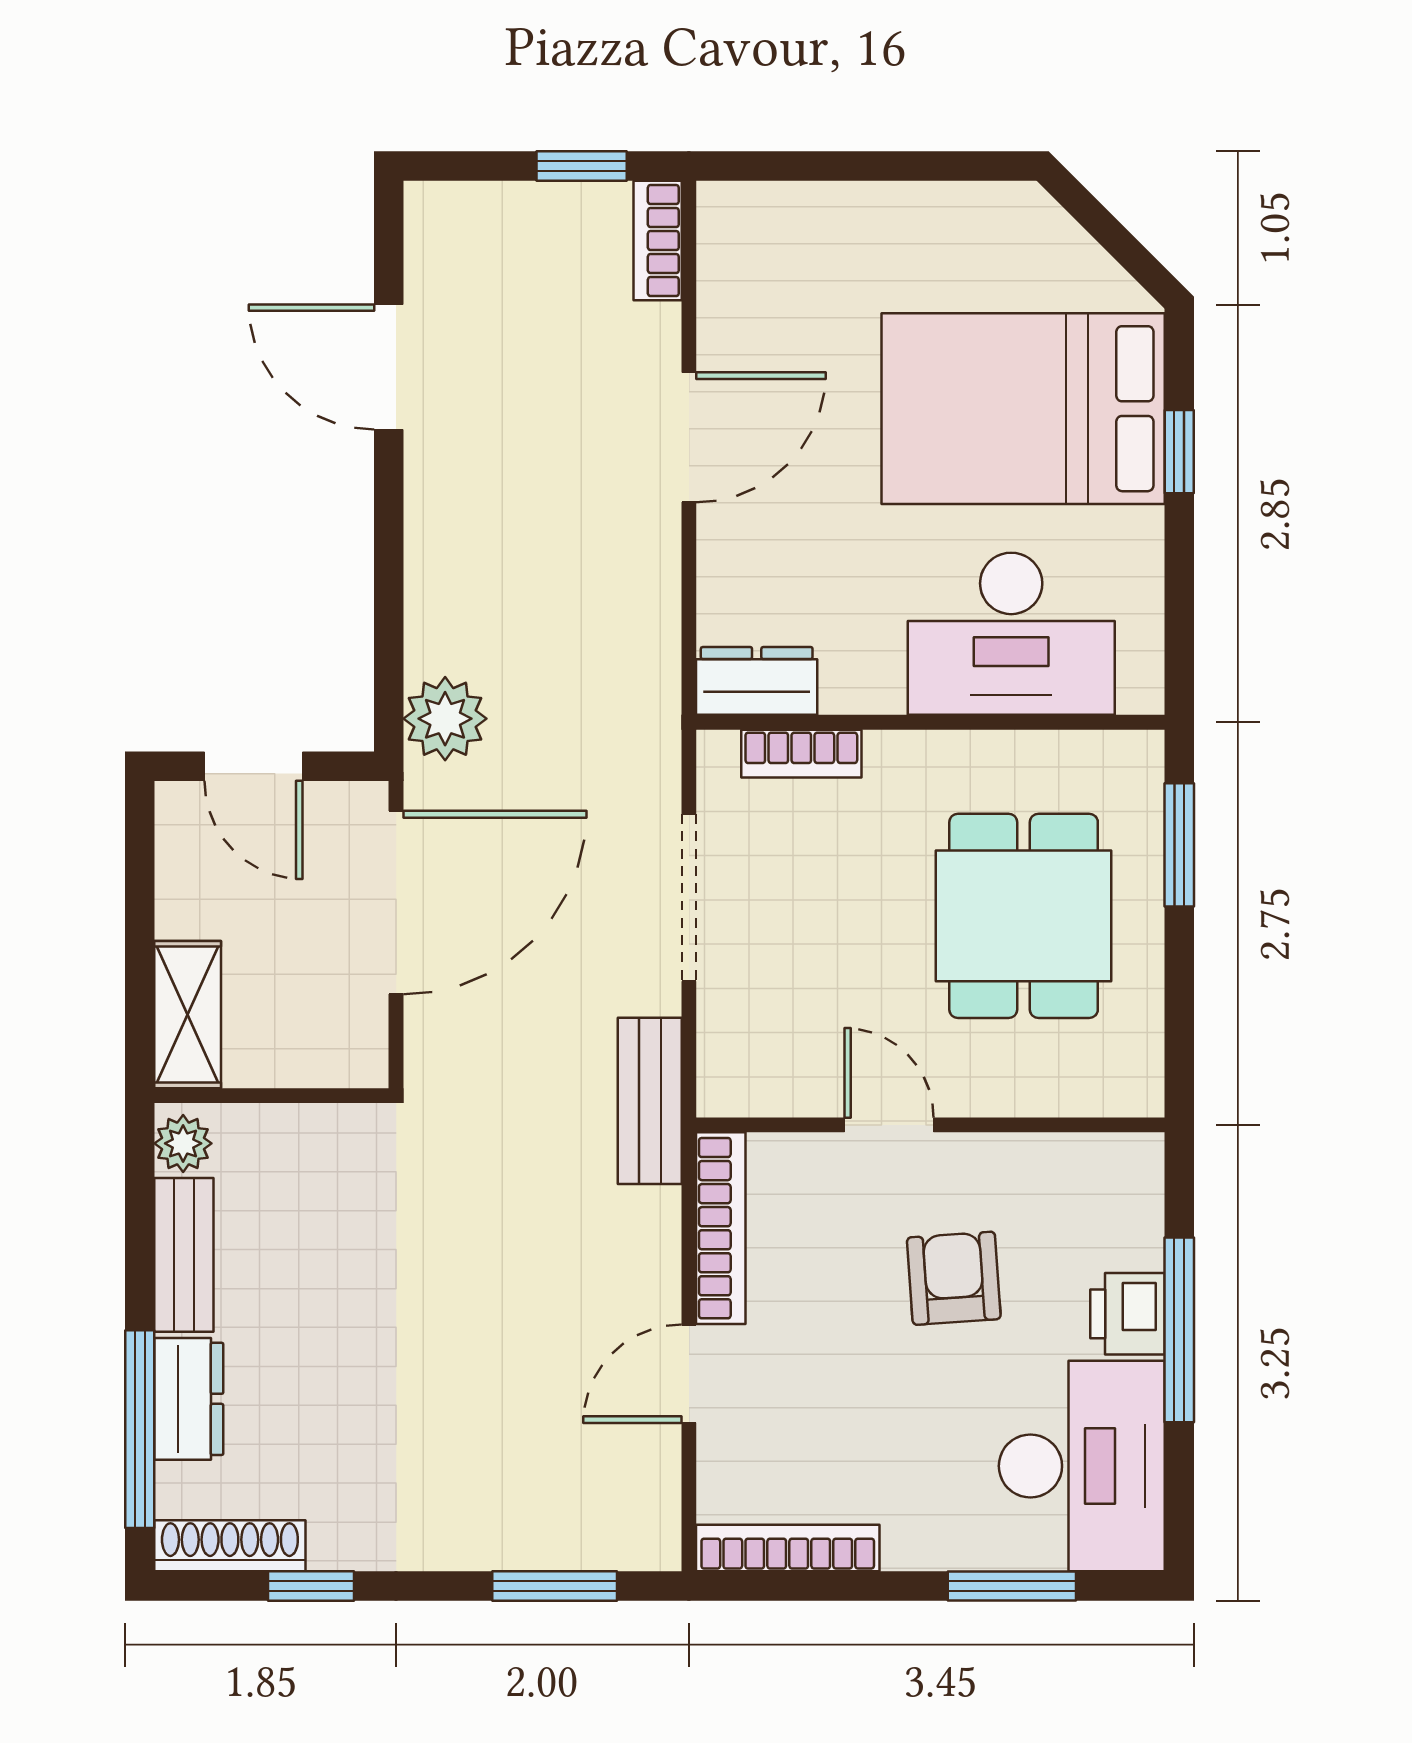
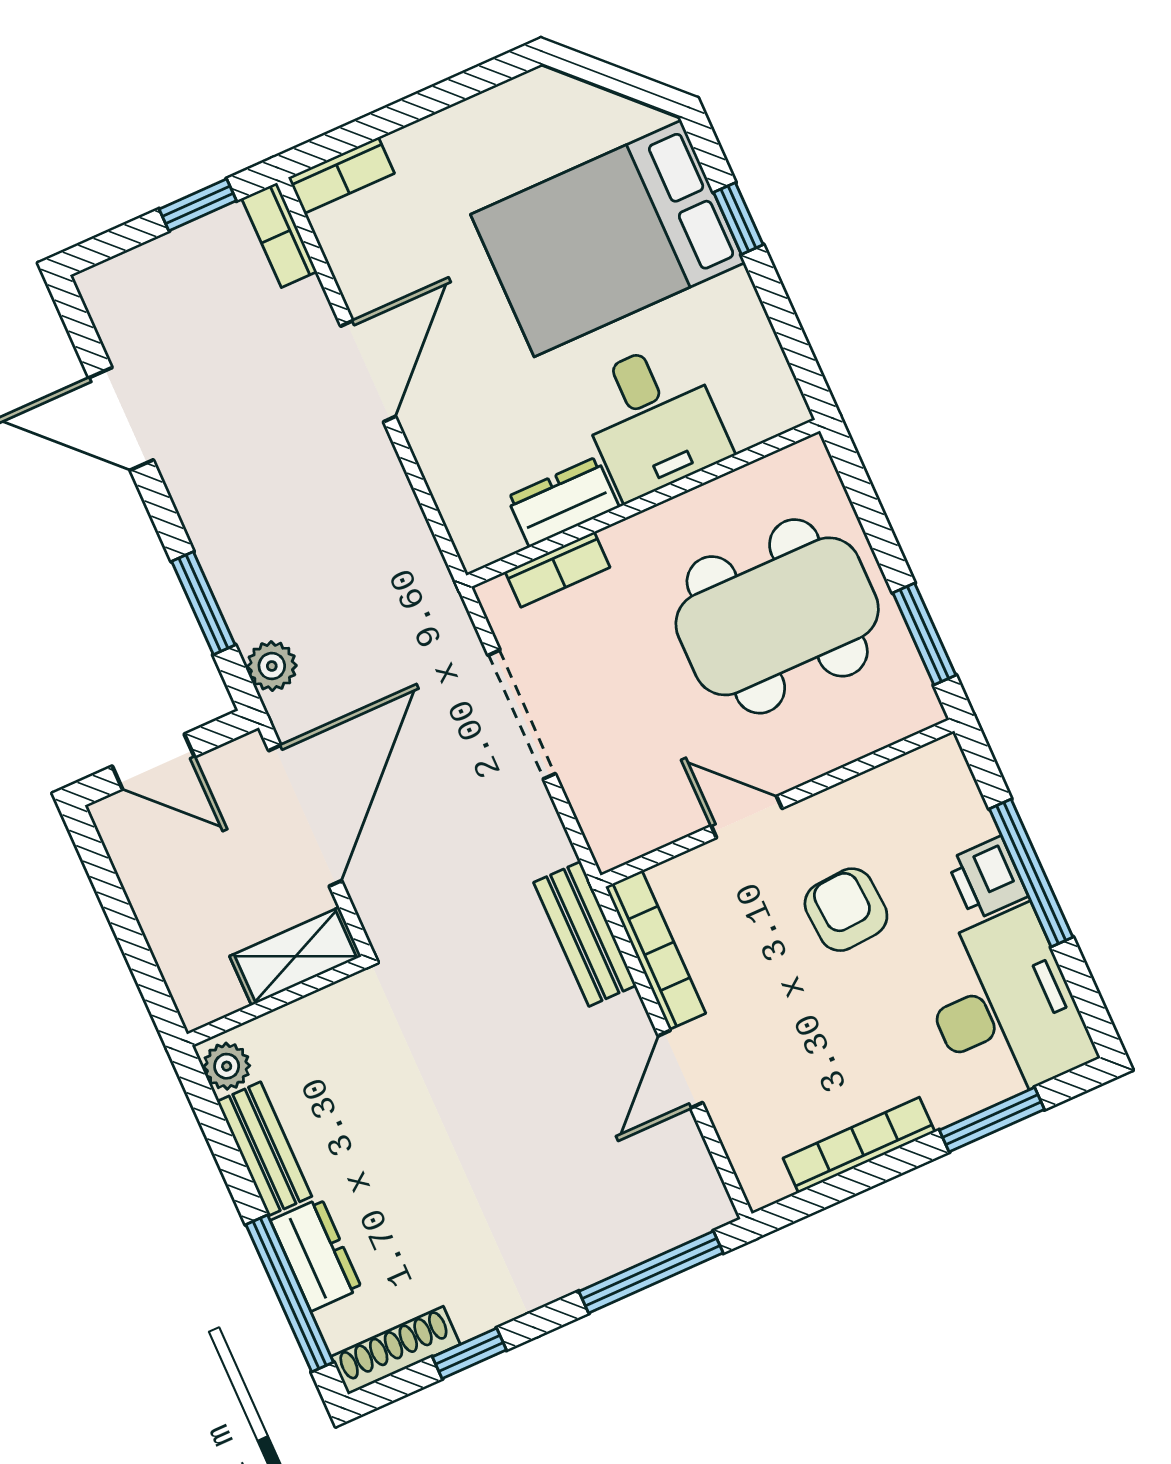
bookcase: (757, 205) -> (341, 175), added
window: (389, 614) -> (203, 603), added
desk: (1011, 634) -> (653, 420), width x0.73
dresser: (757, 681) -> (563, 502), moved
plant: (445, 719) -> (272, 666), width x0.73, depth x0.73
window: (1179, 845) -> (924, 634), moved
dining table: (1024, 916) -> (777, 616), width x1.37
shelving: (188, 1015) -> (295, 956), moved, turned 90
bench: (650, 1101) -> (585, 934), moved
bookcase: (788, 1548) -> (859, 1145), moved
window: (555, 1586) -> (651, 1272), width x1.44

